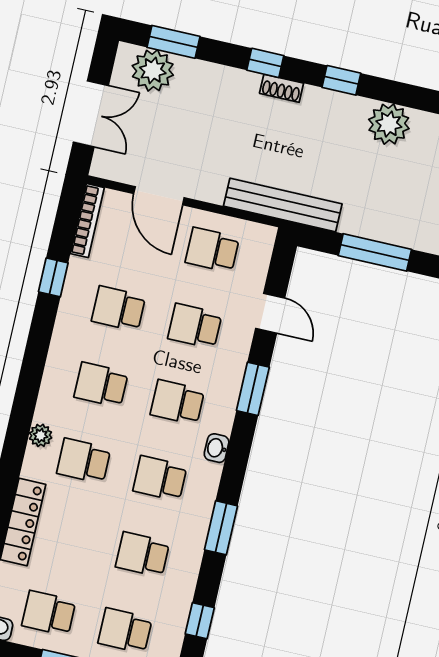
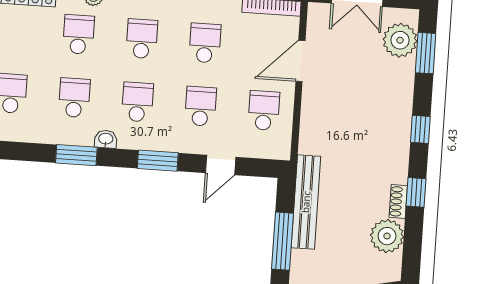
shoe rack: (281, 88) -> (398, 202), moved
bench: (283, 205) -> (306, 202), moved
window: (221, 528) -> (76, 155), moved

